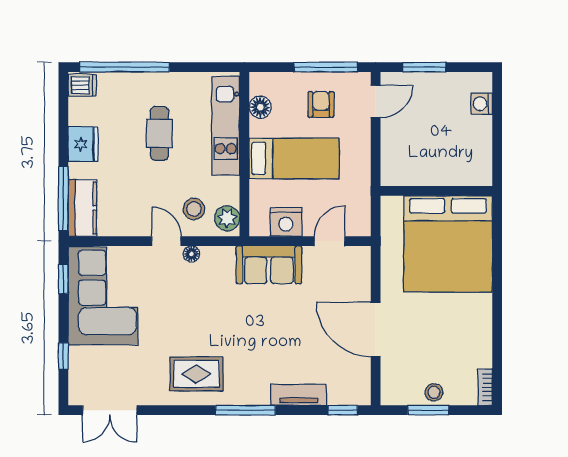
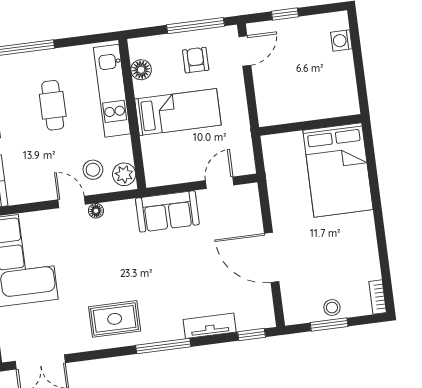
window: (424, 67) -> (285, 14), width x0.67
nightstand: (286, 222) -> (178, 171), removed
bed: (448, 244) -> (338, 170), width x0.73

